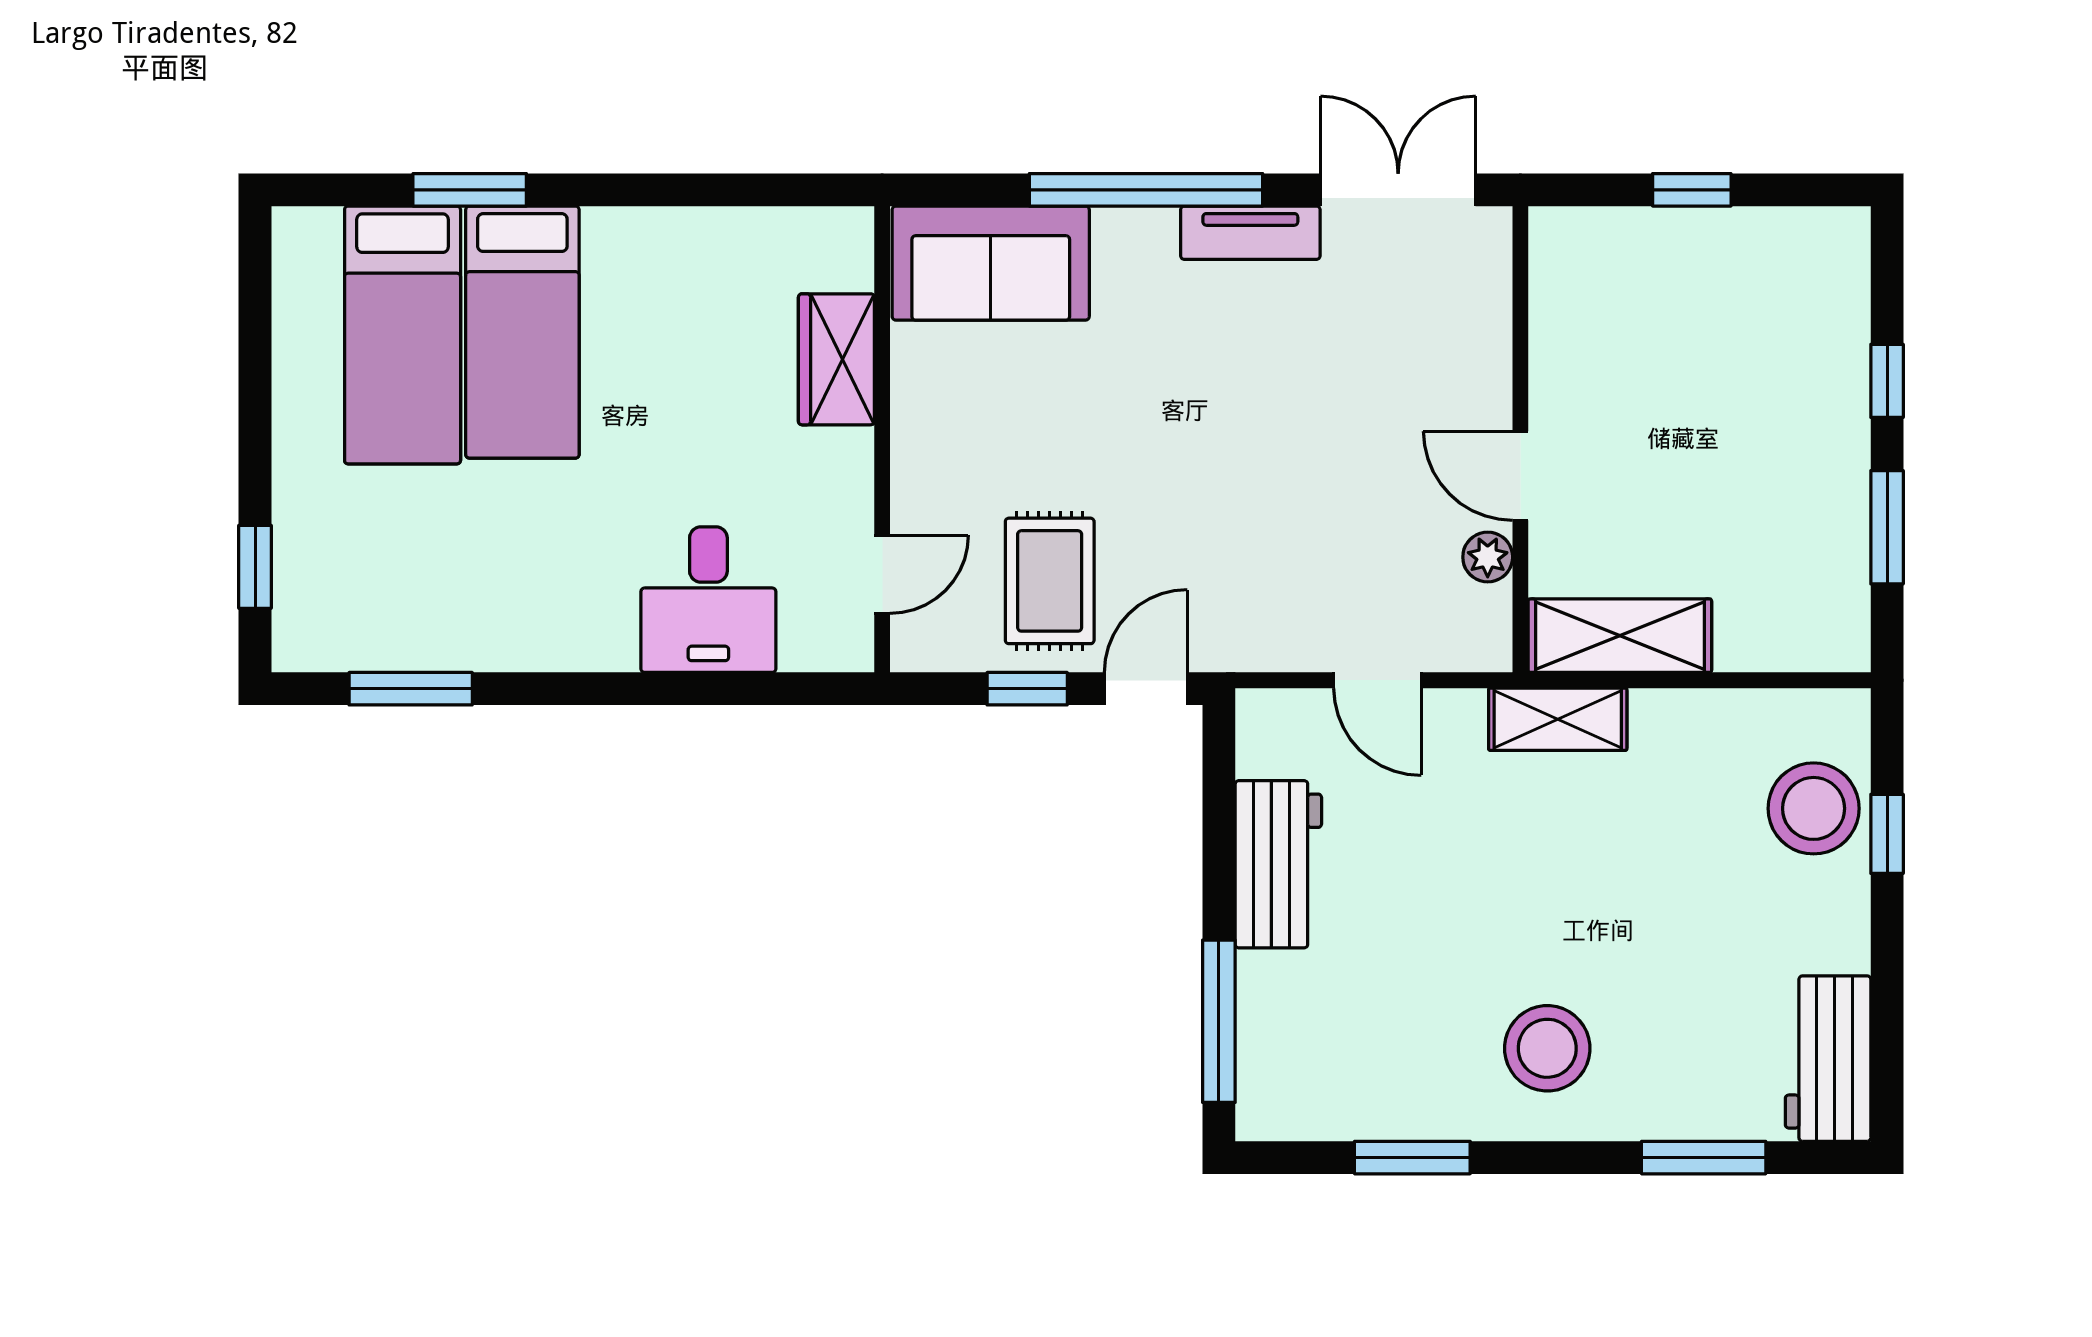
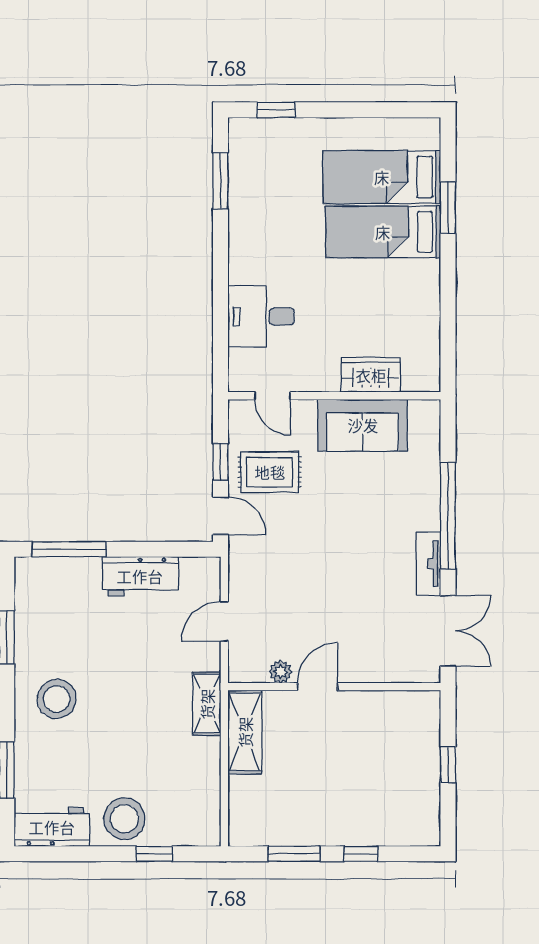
sofa: (991, 263) -> (363, 425), moved, turned -90
stool: (1814, 808) -> (124, 819), moved

